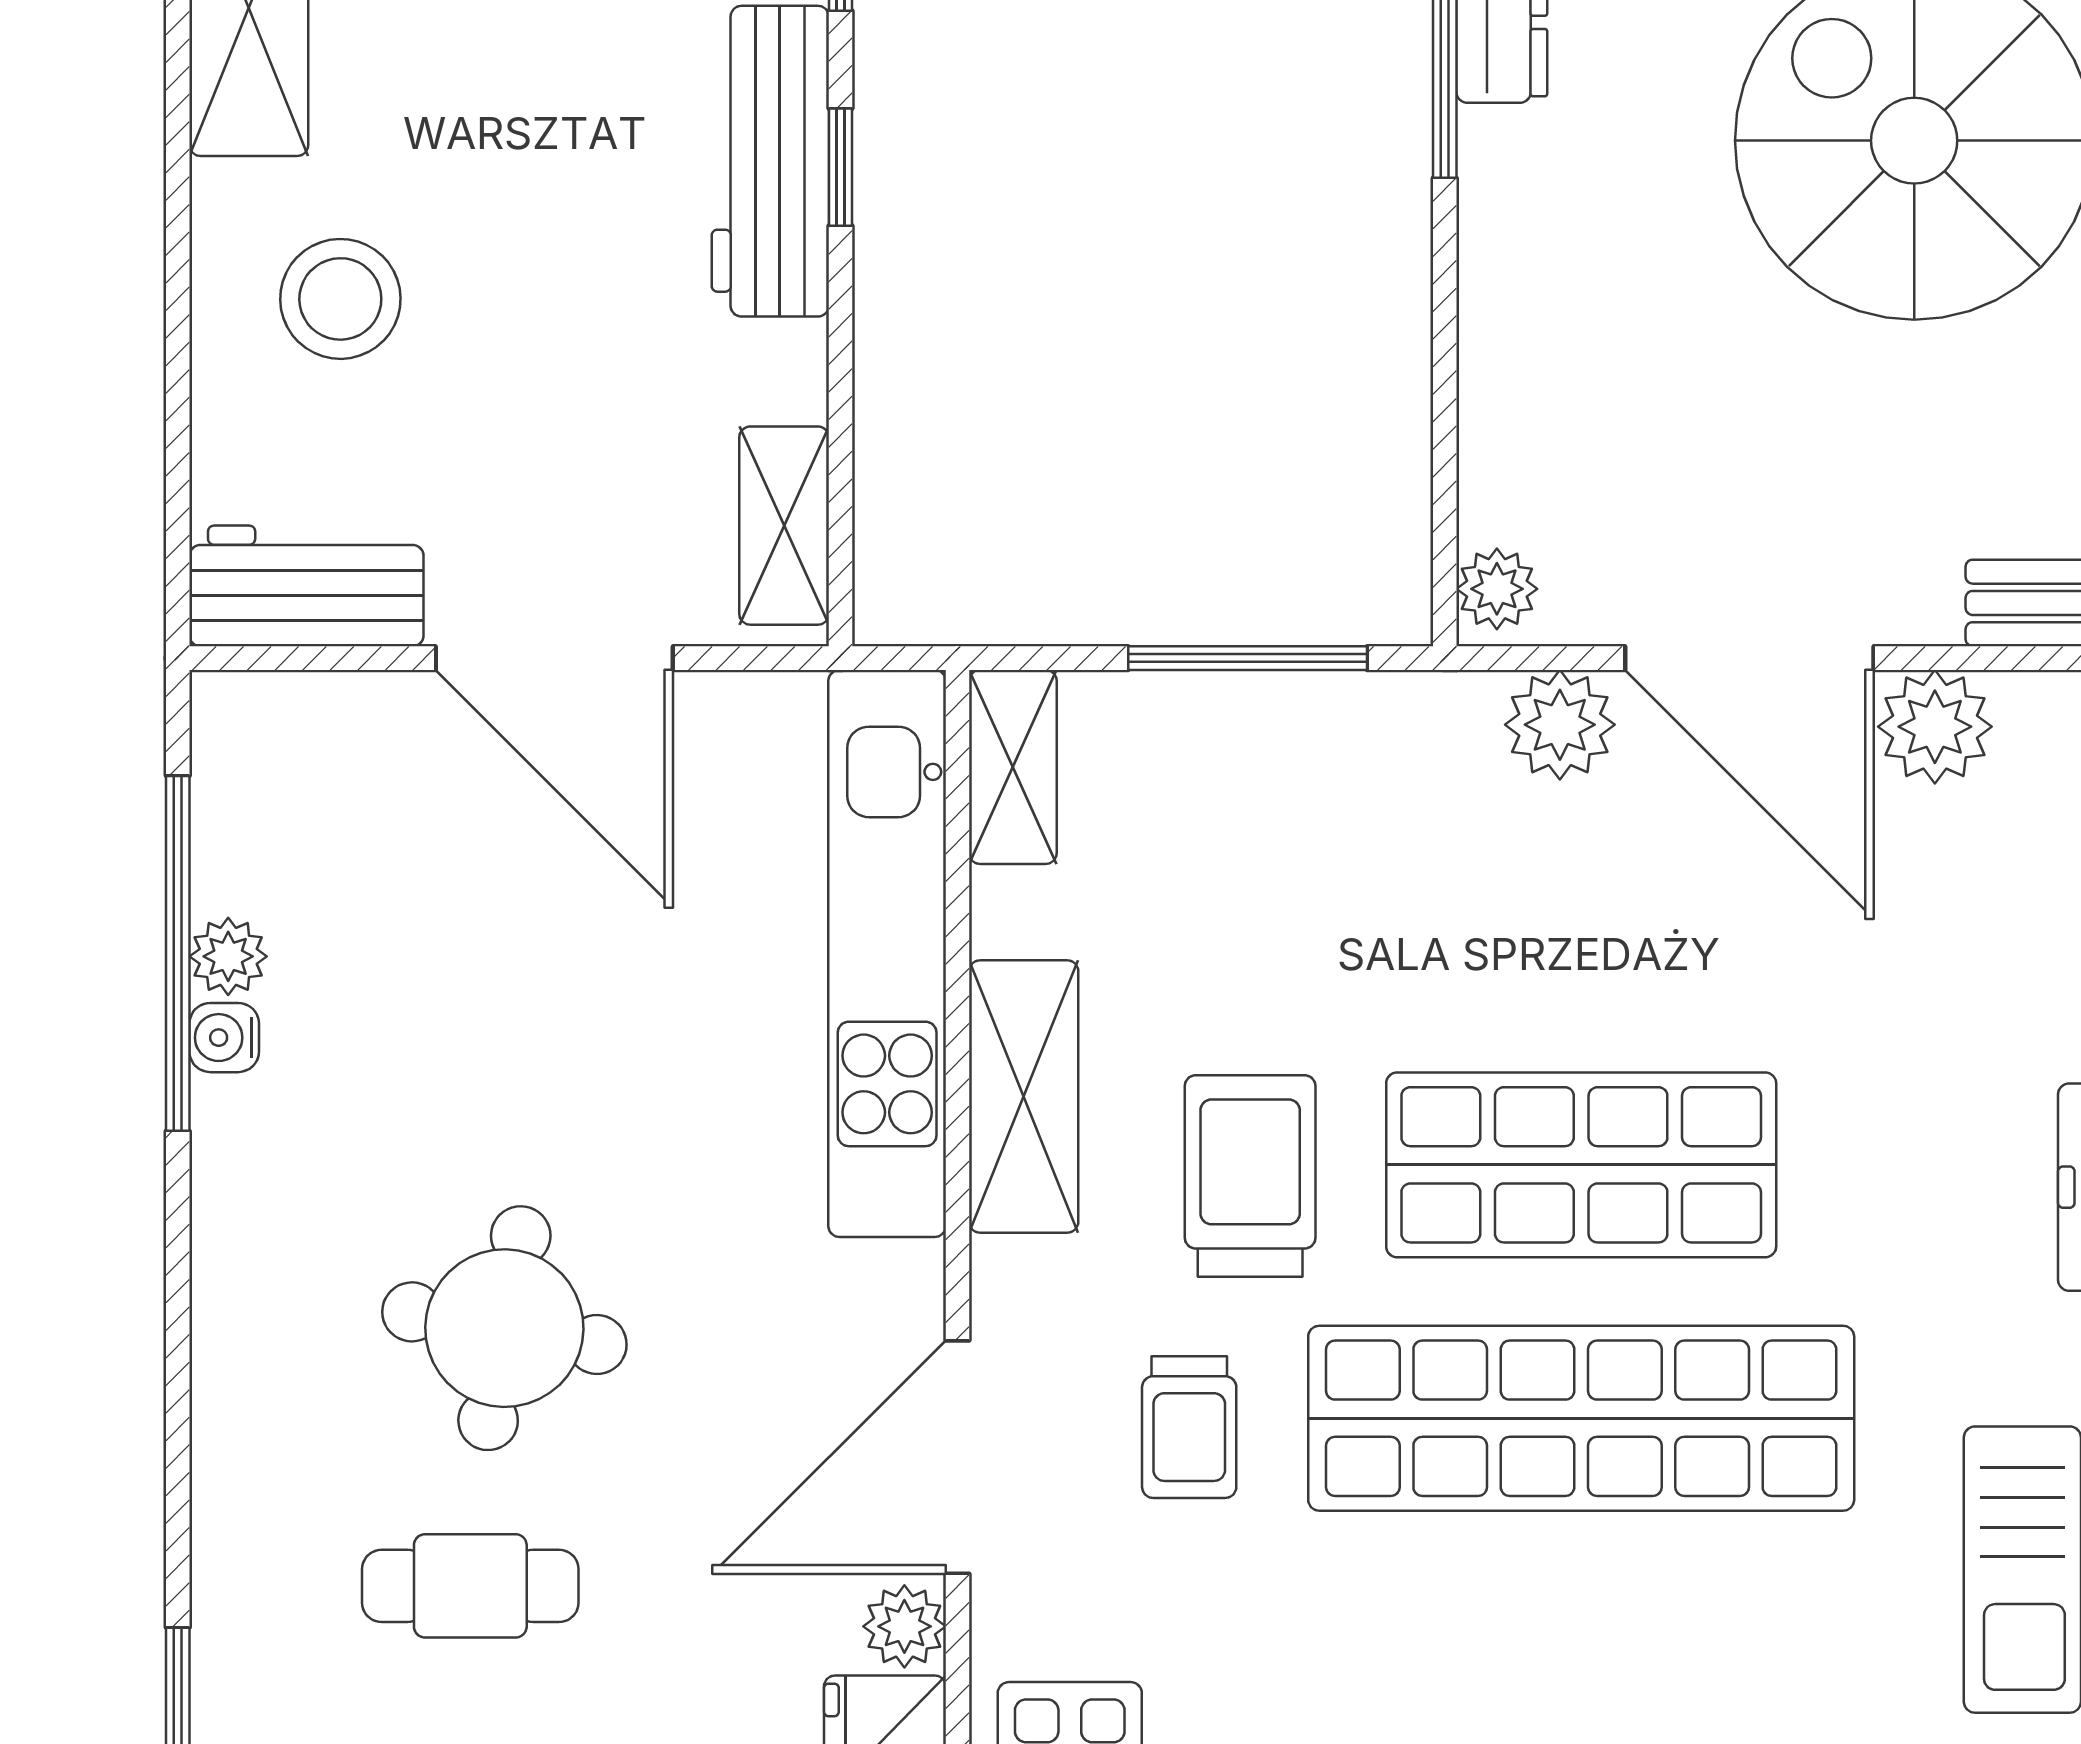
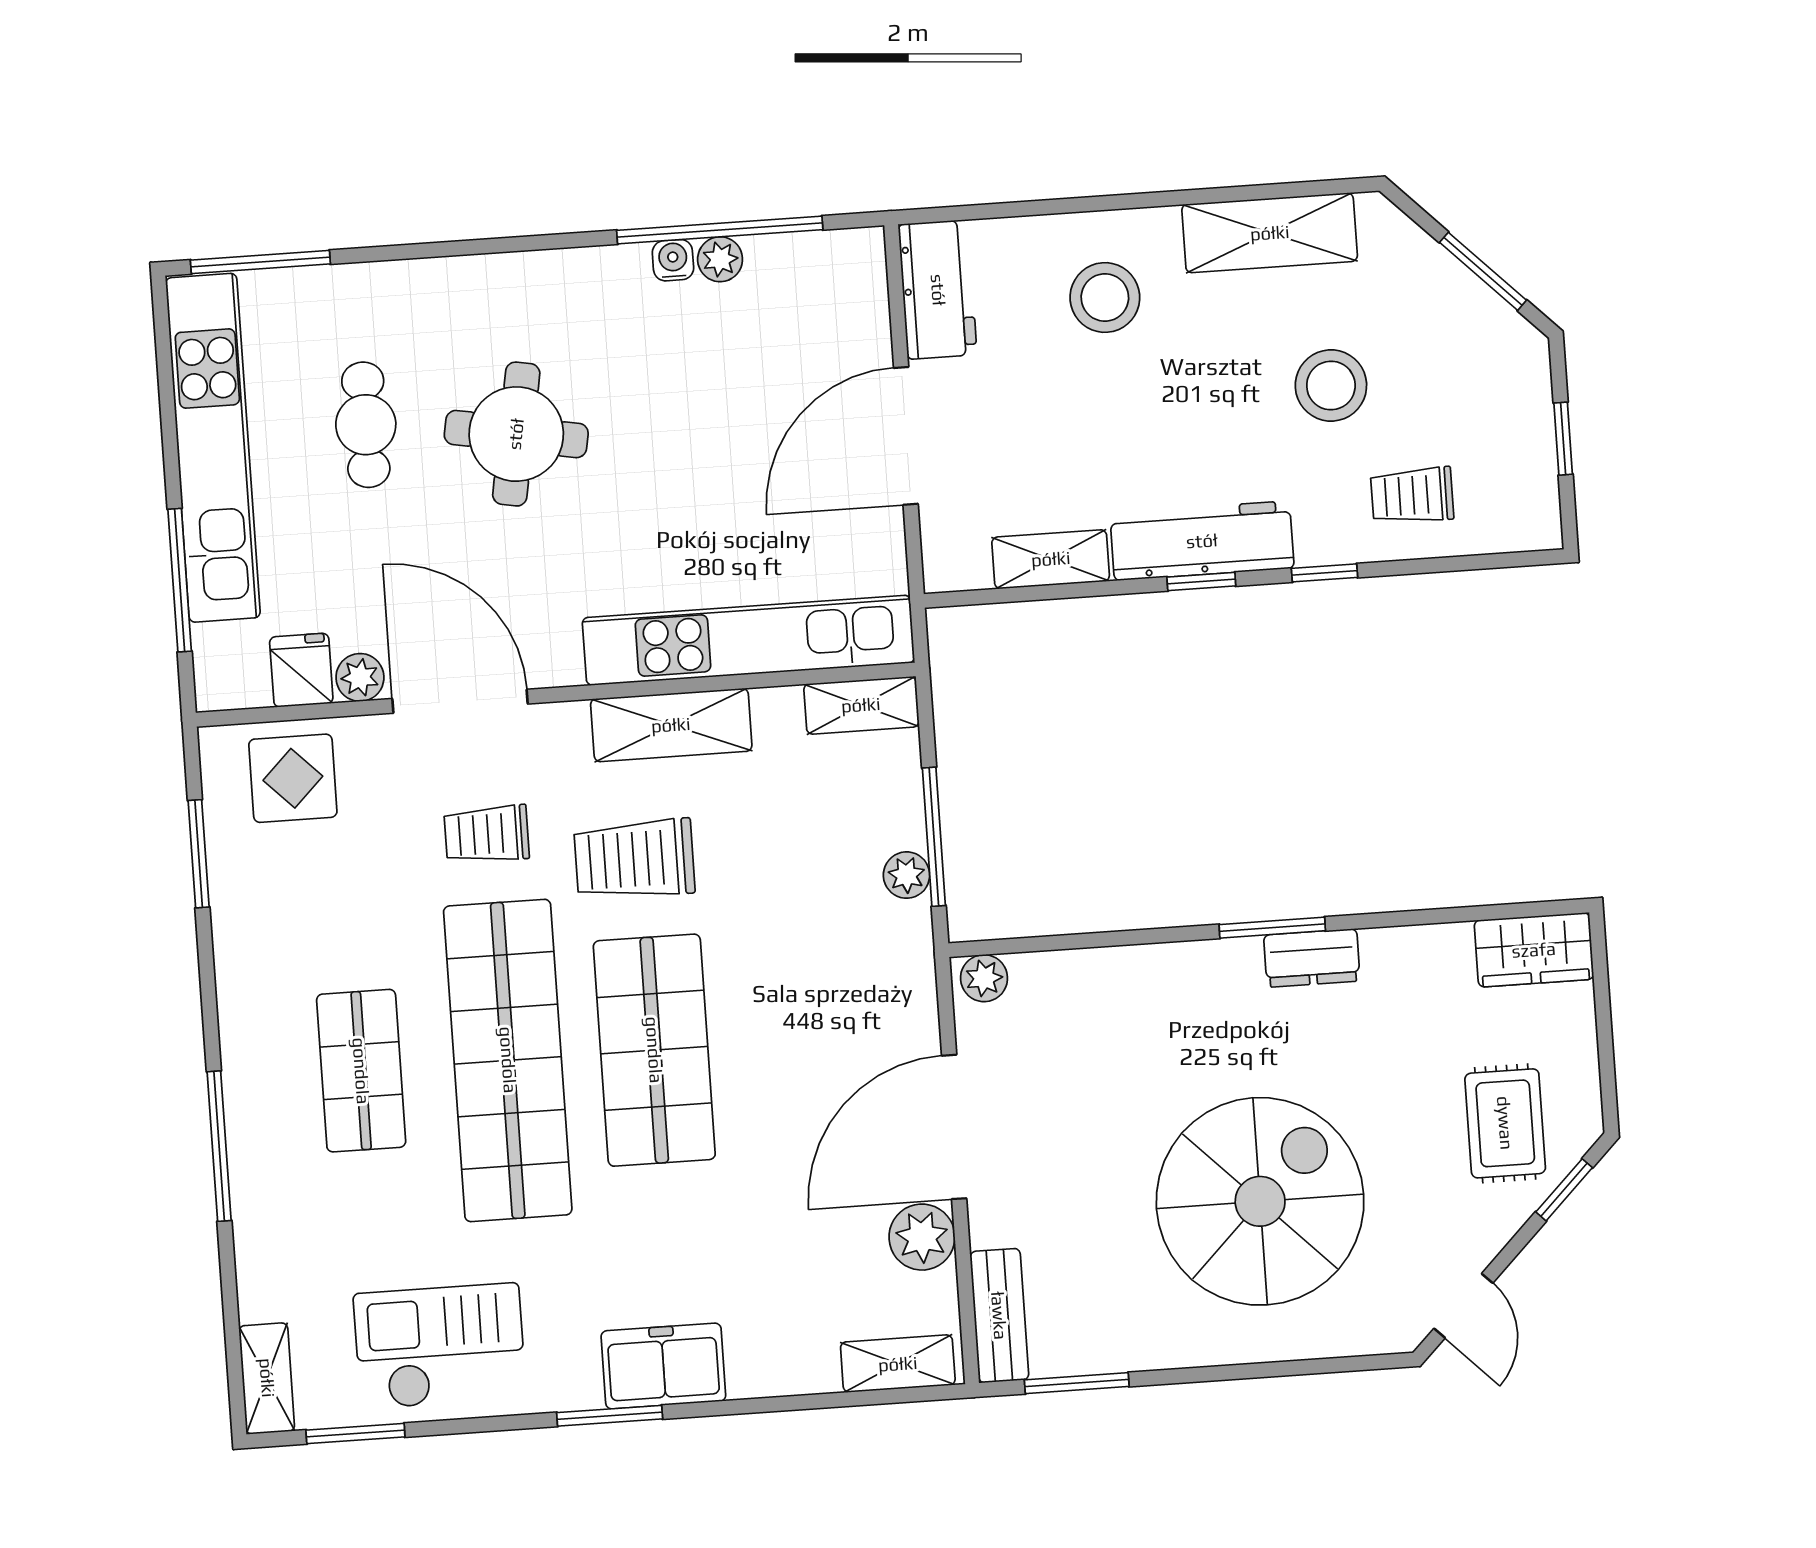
shelving: (784, 526) -> (1051, 559), moved
plant: (1560, 725) -> (907, 875), moved, width x0.73, depth x0.73
trolley: (1250, 1176) -> (634, 859), turned 180
shop shelf: (1581, 1672) -> (361, 1071), added

